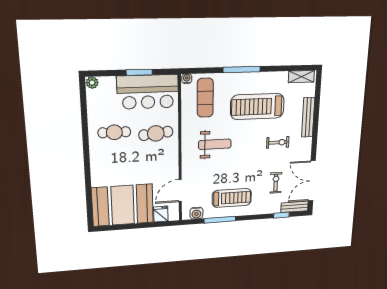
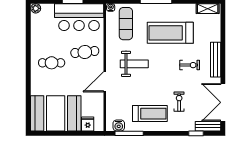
bench: (308, 117) -> (216, 60), moved
cafe table: (114, 132) -> (52, 63), moved
exercise bike: (276, 183) -> (179, 102), moved
door: (180, 191) -> (105, 82), moved
window: (220, 220) -> (129, 133), moved

